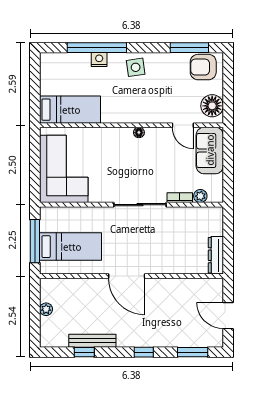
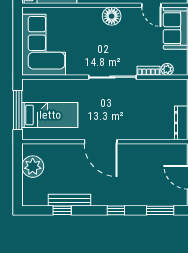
floor lamp: (139, 132) -> (112, 16), width x1.89, depth x1.89
plant: (46, 309) -> (33, 167), width x1.87, depth x1.87

